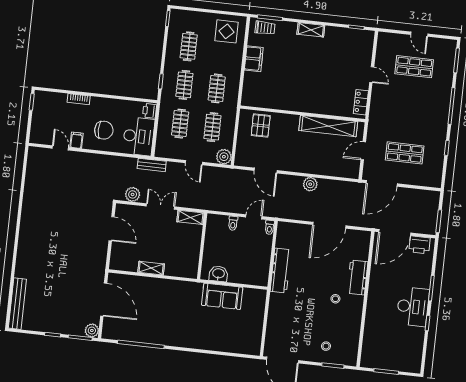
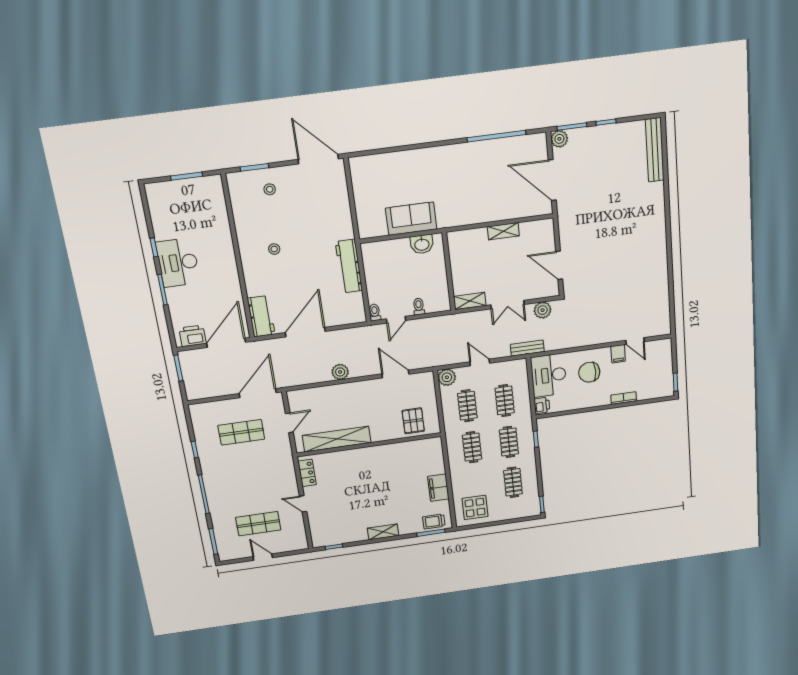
workbench: (357, 277) -> (261, 316), moved

